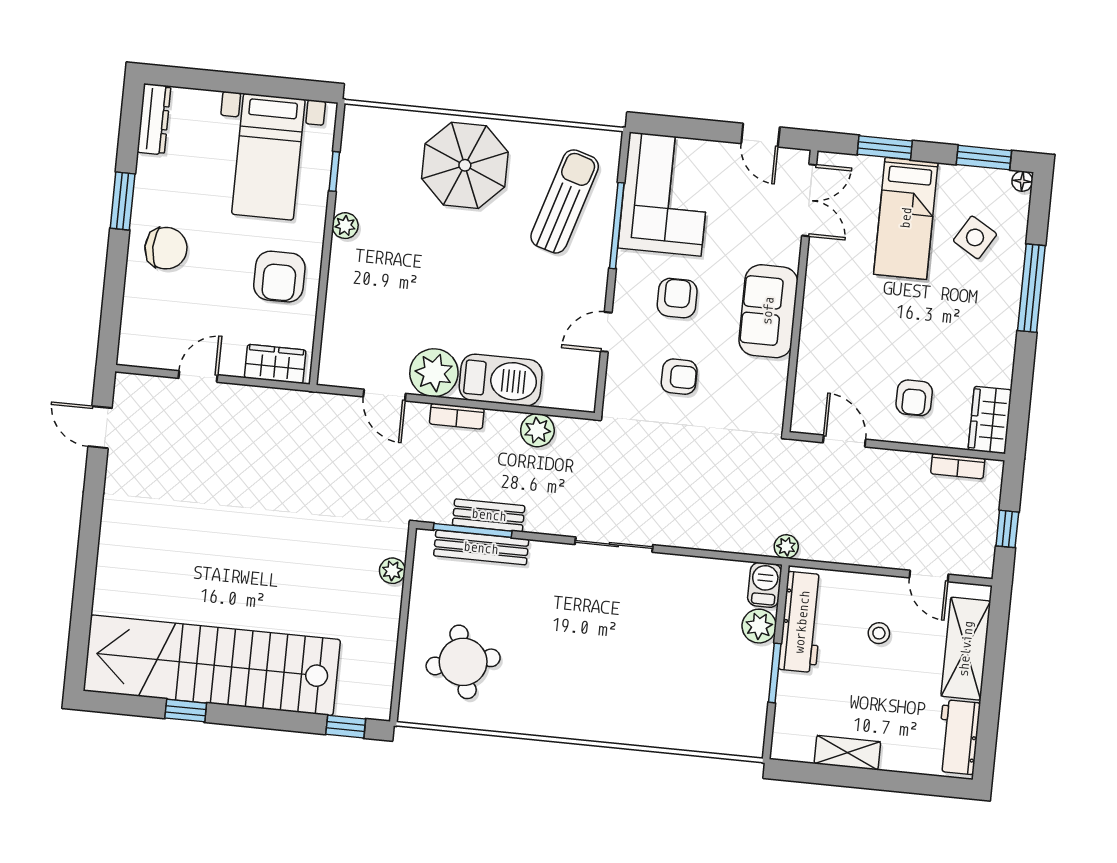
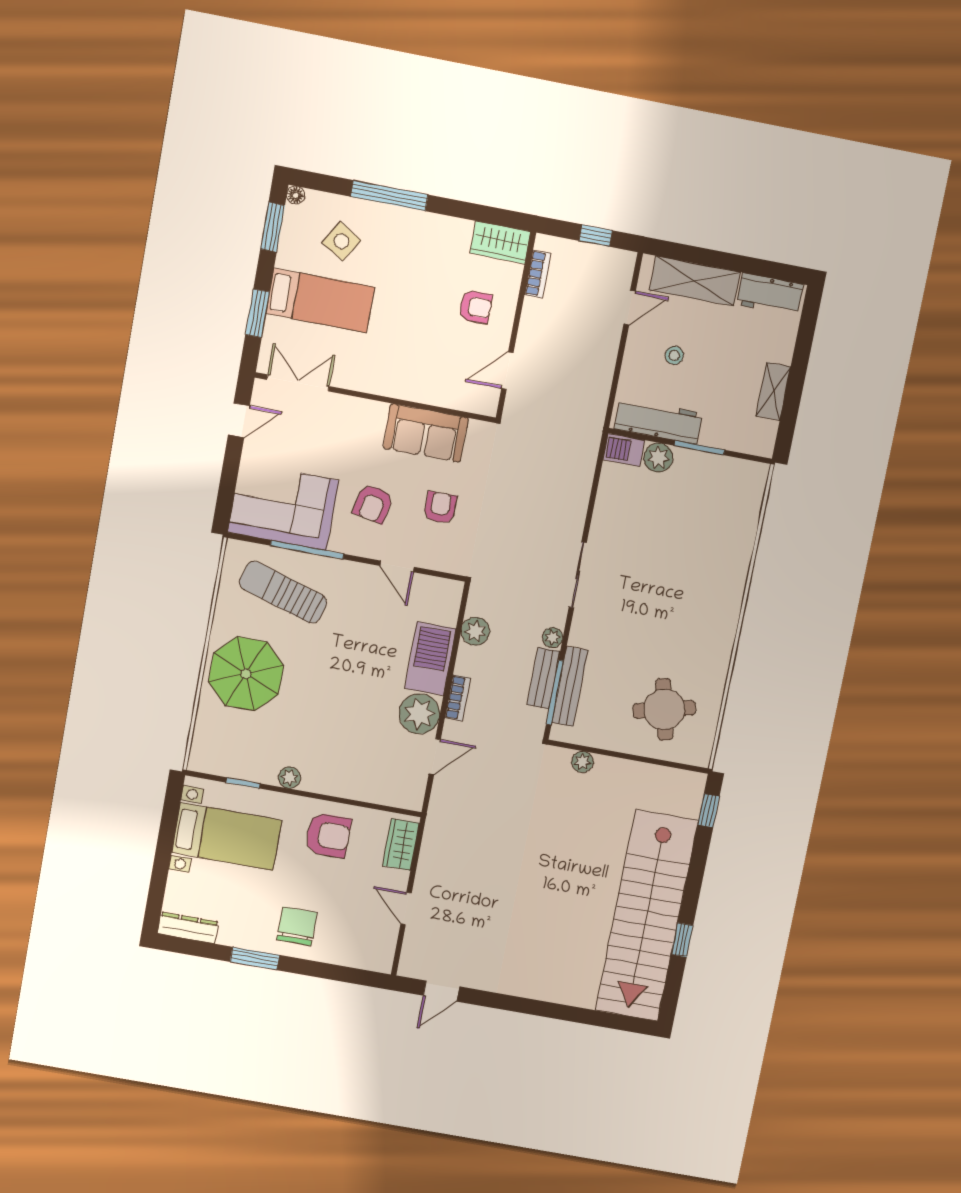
armchair: (677, 298) -> (373, 504), turned -79
sofa: (768, 311) -> (426, 433), moved
plant: (786, 547) -> (553, 637), moved

